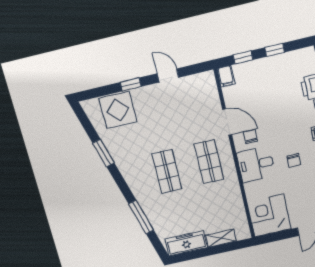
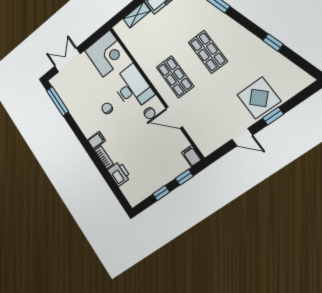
display table: (118, 110) -> (259, 98), moved
window: (103, 153) -> (273, 42), width x0.67
desk: (256, 164) -> (132, 88), width x1.37

